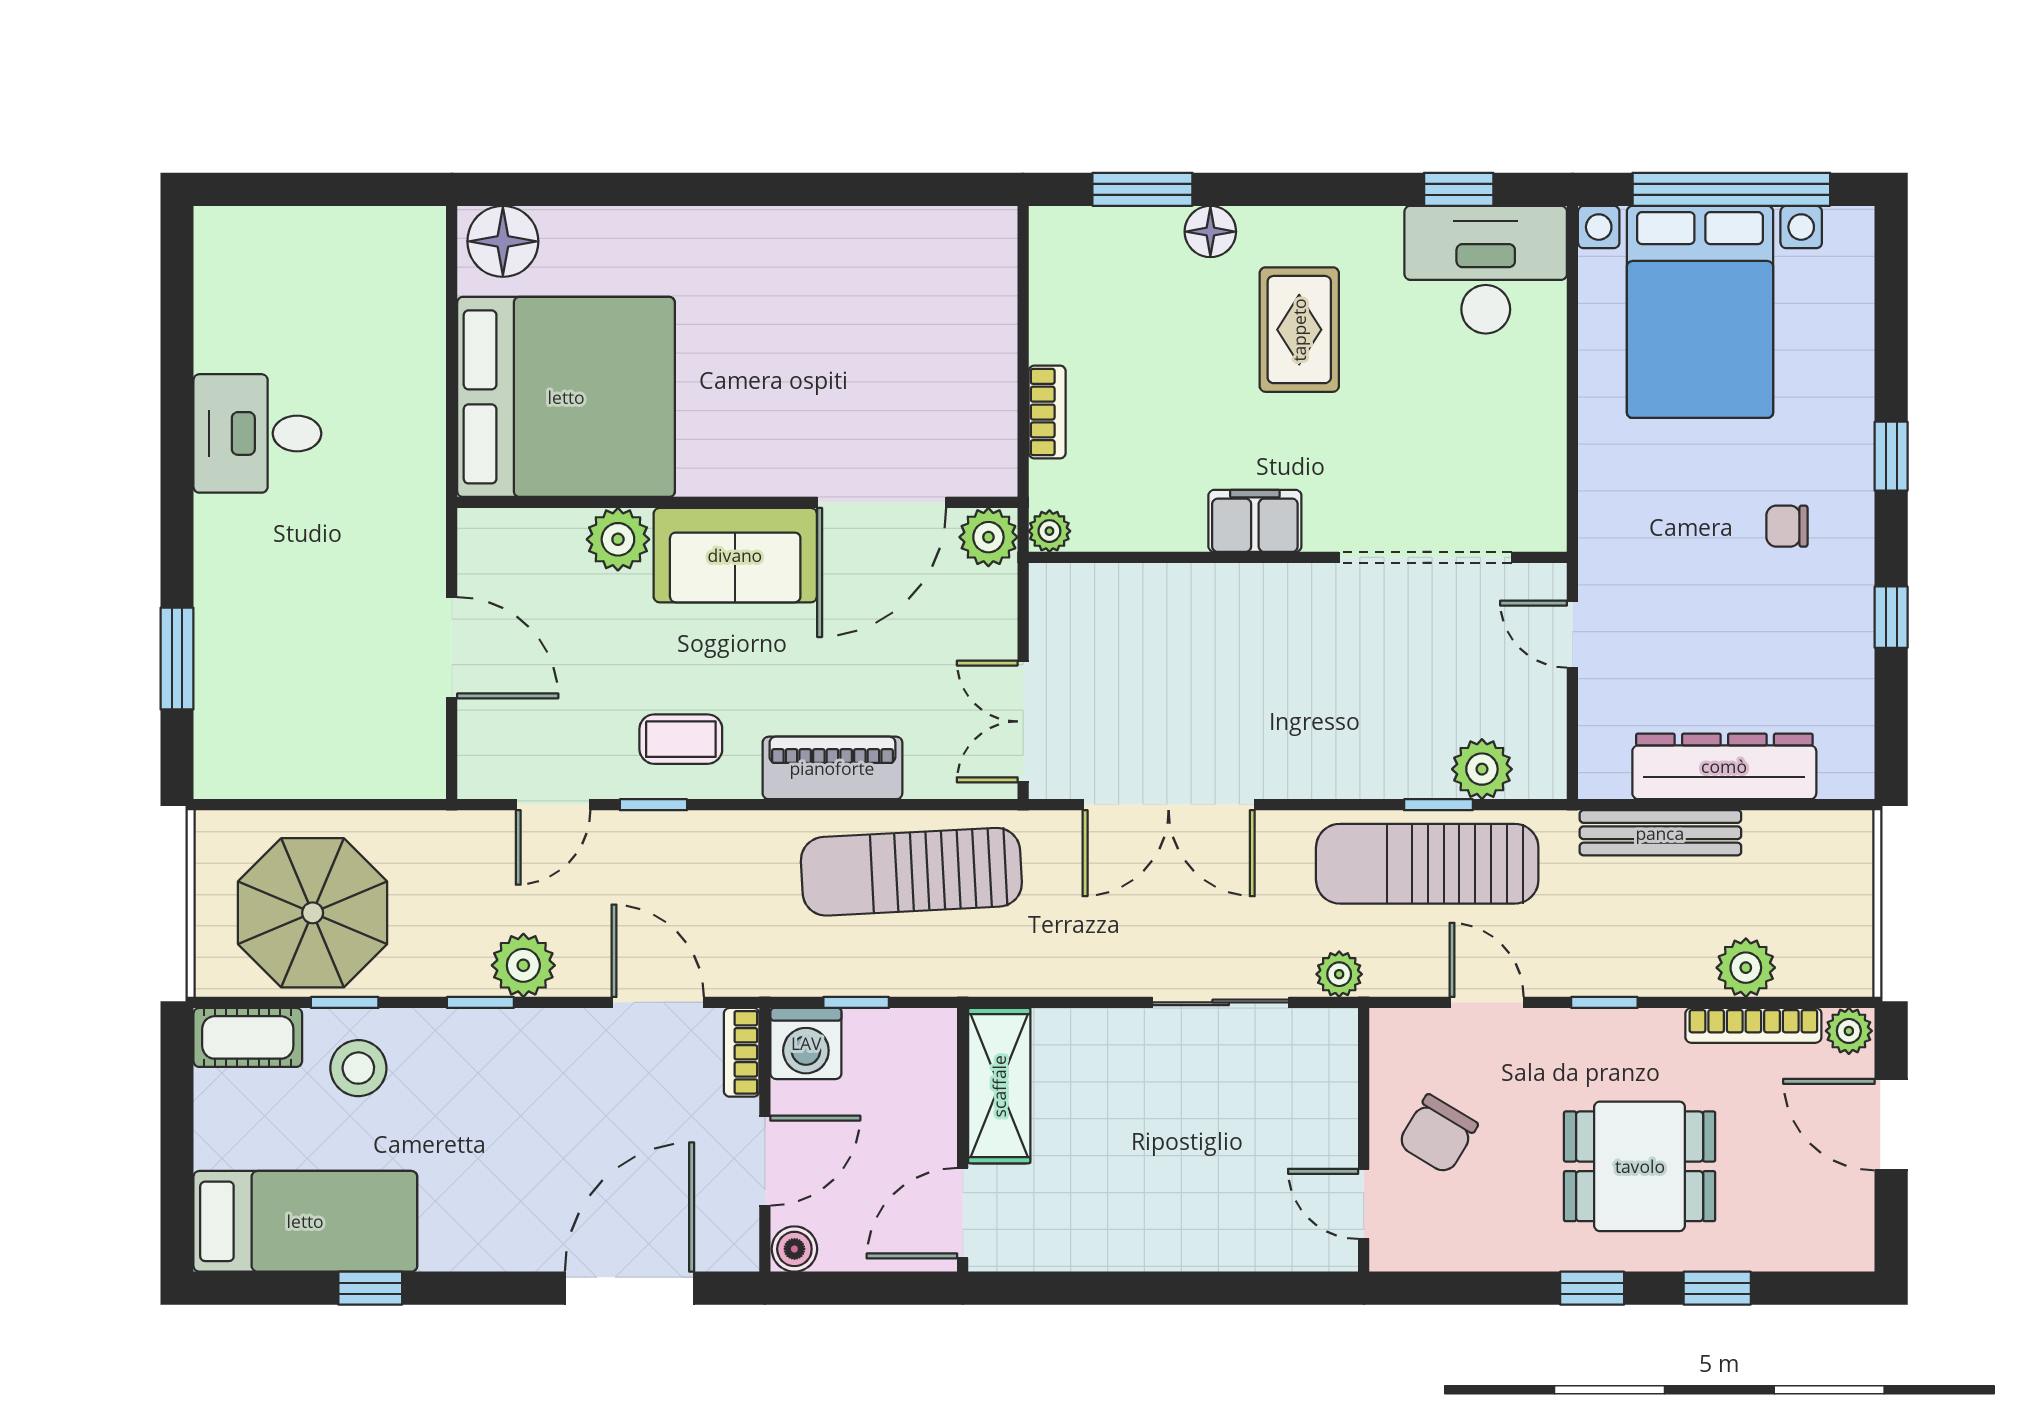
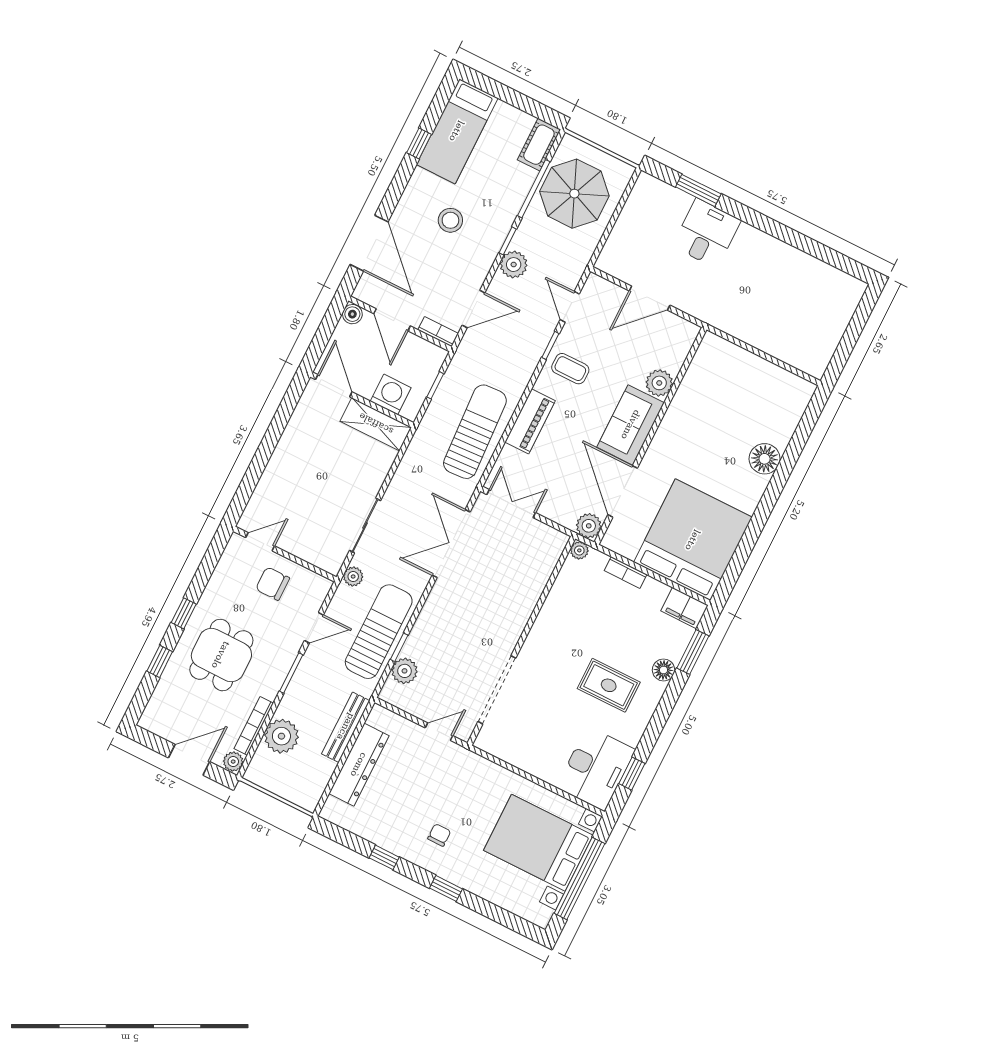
floor lamp: (503, 241) -> (765, 459), moved
bed: (566, 397) -> (693, 540), moved, turned 180
desk: (257, 433) -> (707, 233), moved
filing cabinet: (1255, 521) -> (685, 608), moved, turned 90
coffee table: (681, 739) -> (570, 369), turned 90
plant: (1746, 968) -> (281, 736), width x1.36, depth x1.36
window: (345, 1002) -> (534, 189), width x2.17
window: (1604, 1002) -> (291, 673), width x1.50
washing machine: (806, 1043) -> (391, 394), moved, turned 90
stool: (358, 1068) -> (450, 220), moved
chair: (1438, 1134) -> (273, 584), turned -31

